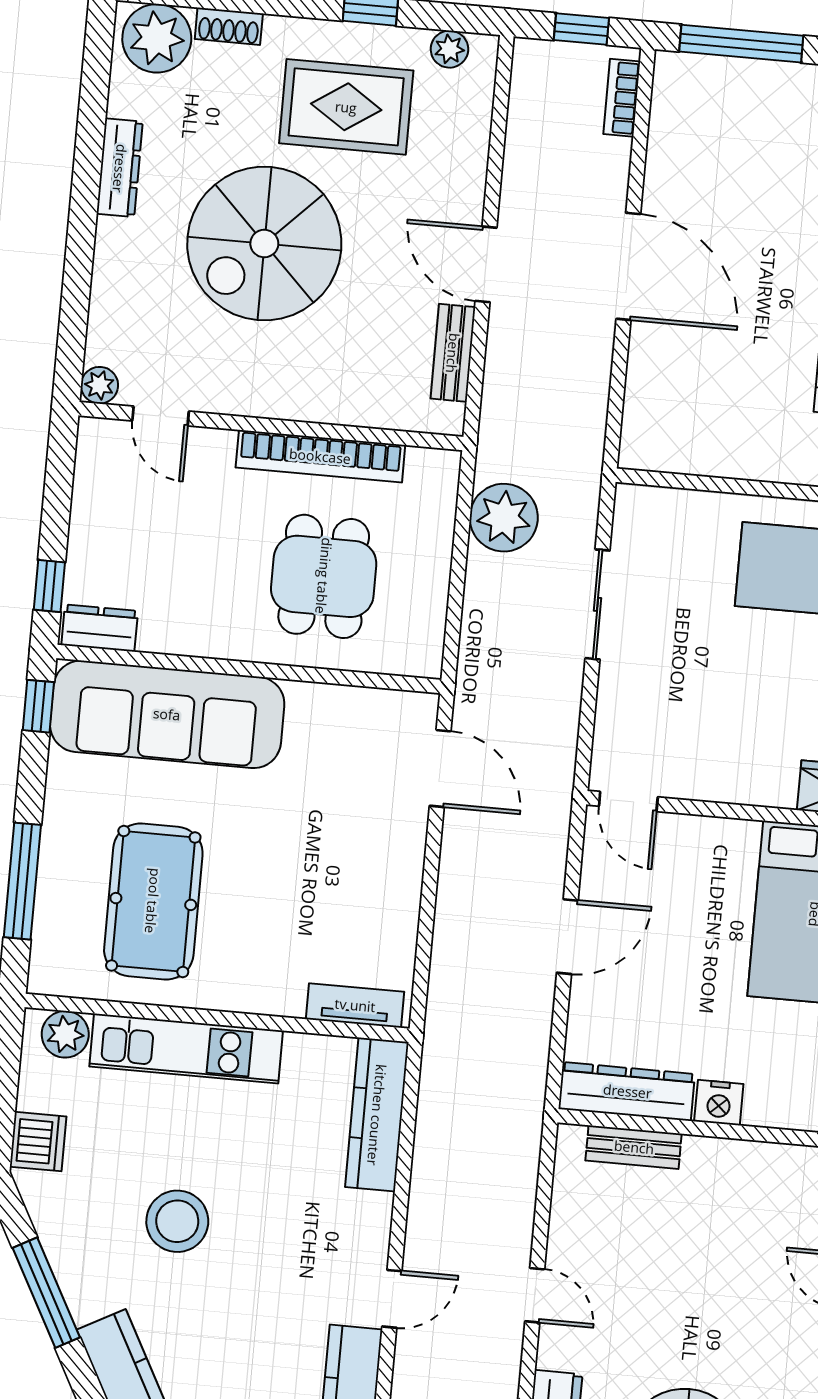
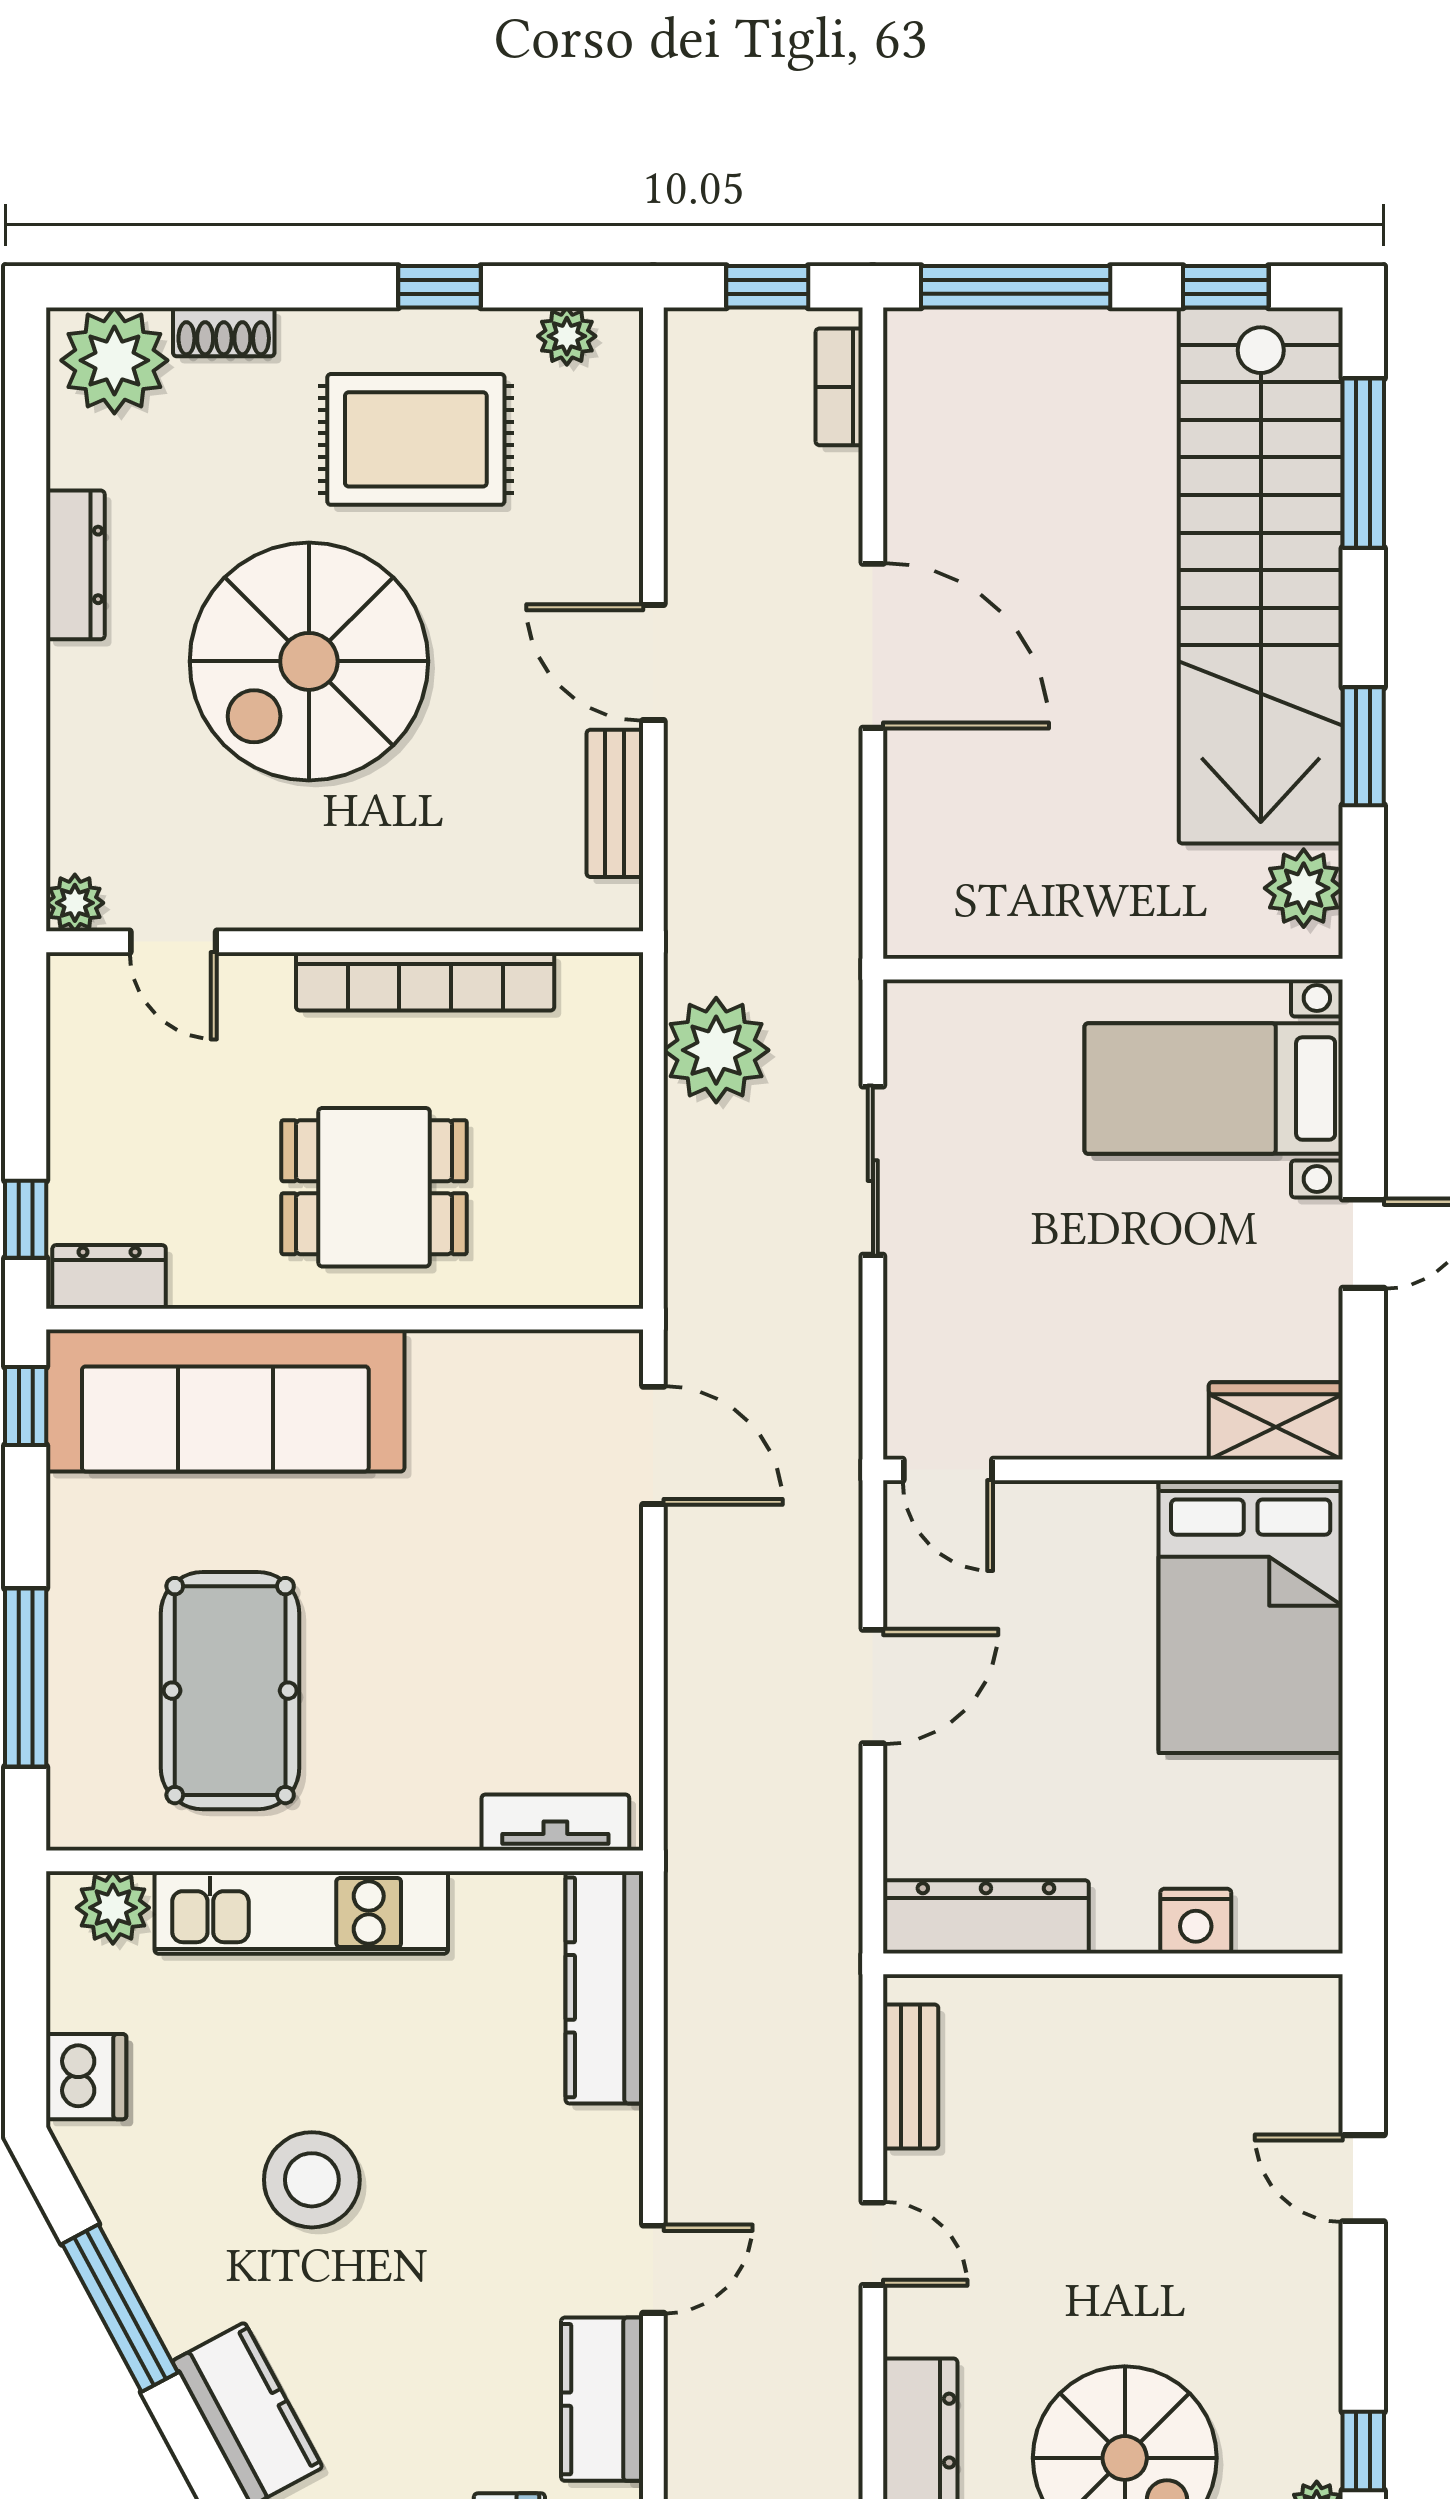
dining table: (324, 576) -> (374, 1187), moved, turned 90
nightstand: (719, 1103) -> (1196, 1921), moved
bench: (634, 1147) -> (911, 2077), moved, turned 90

